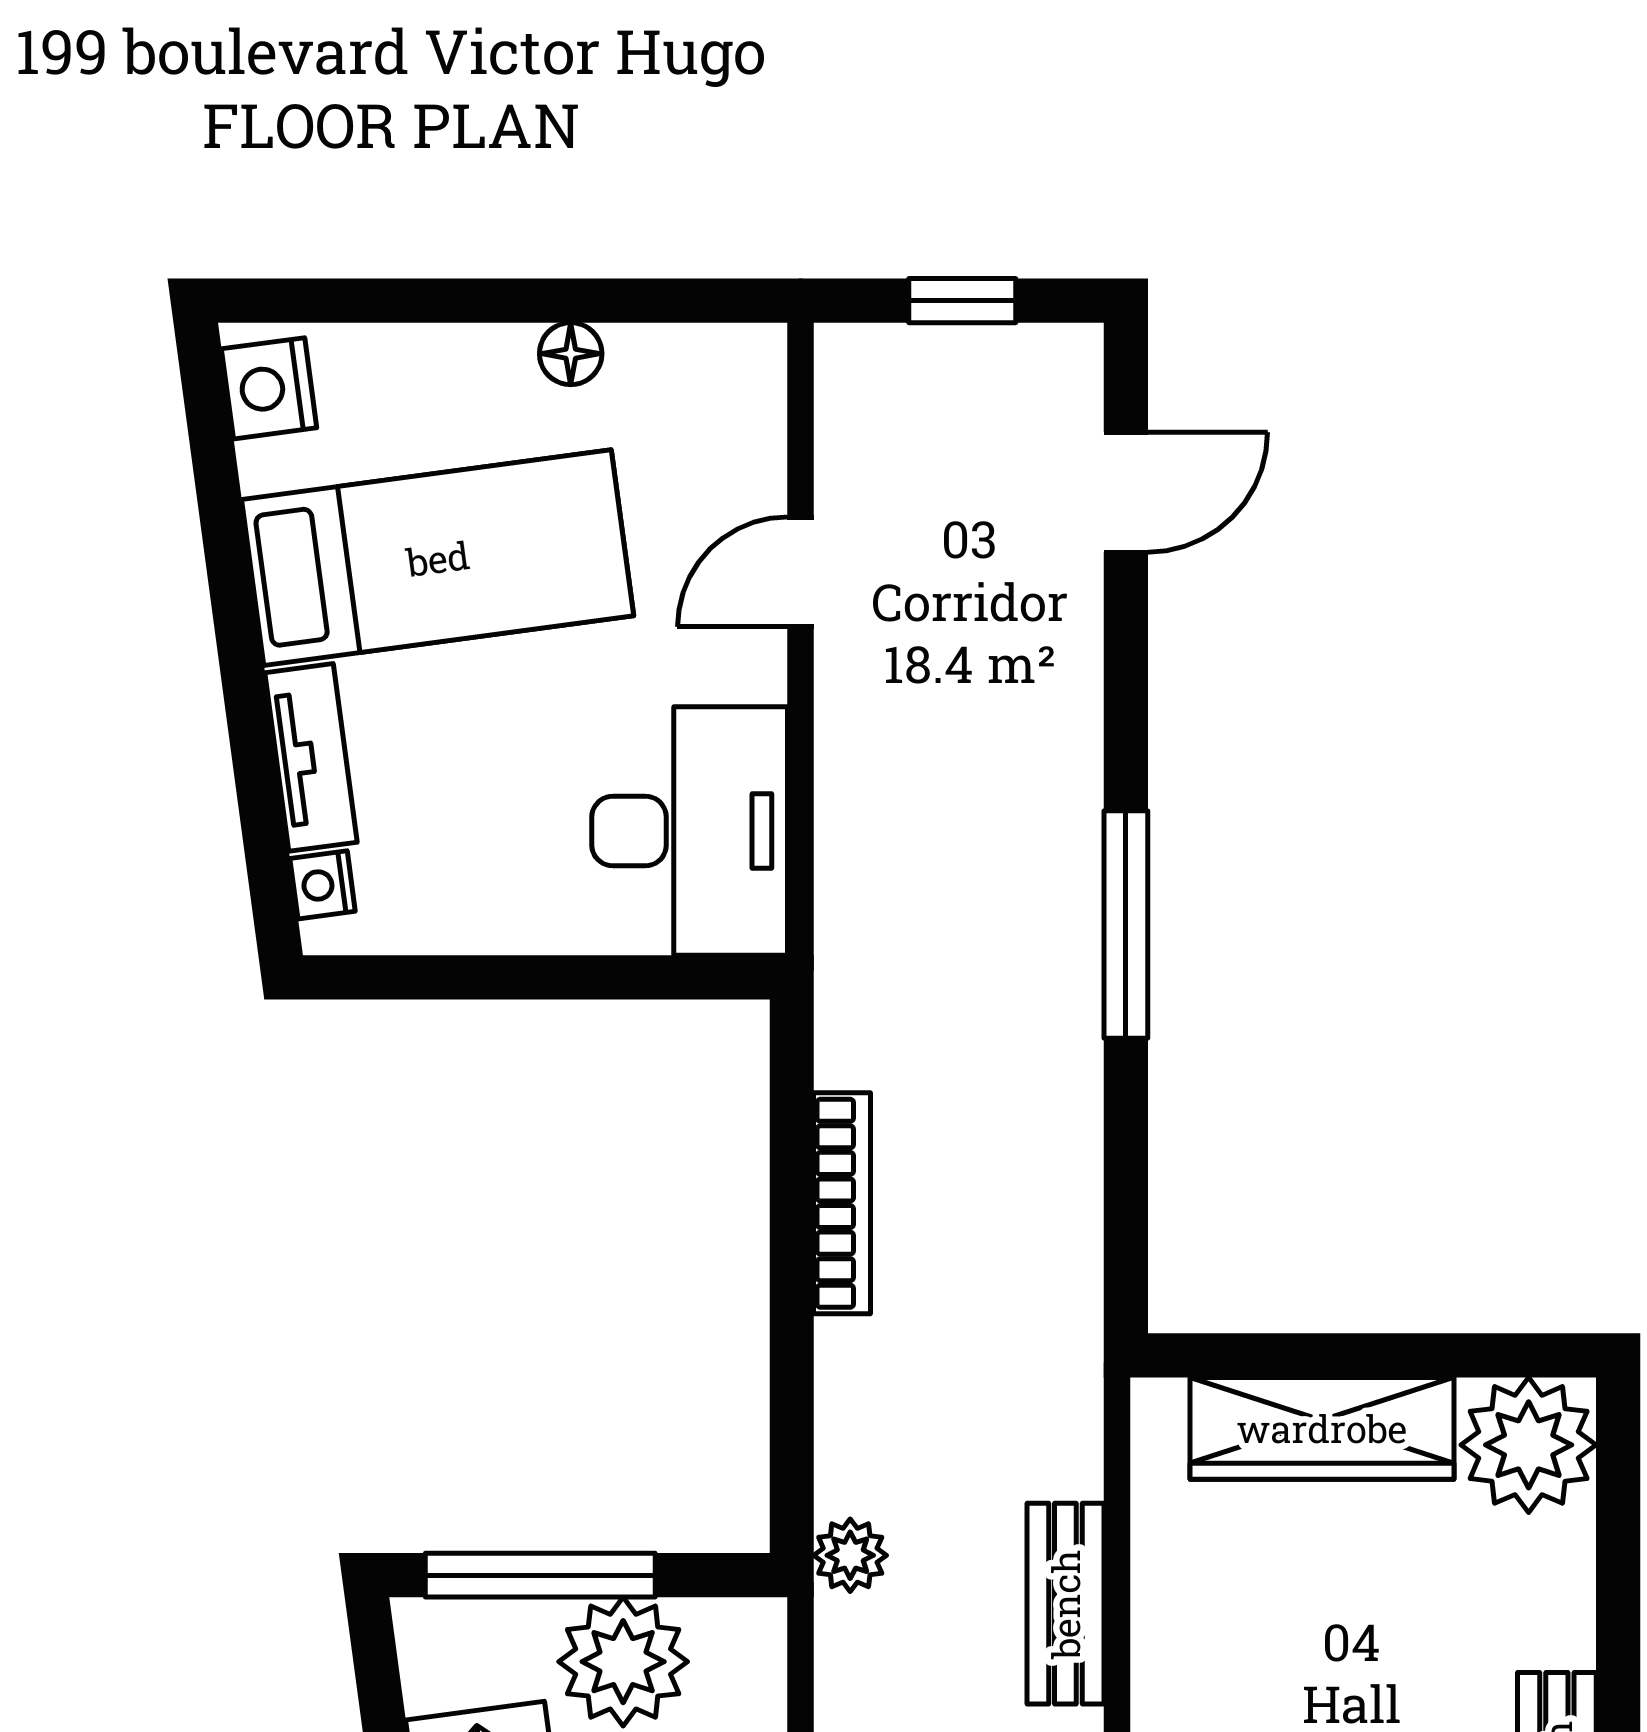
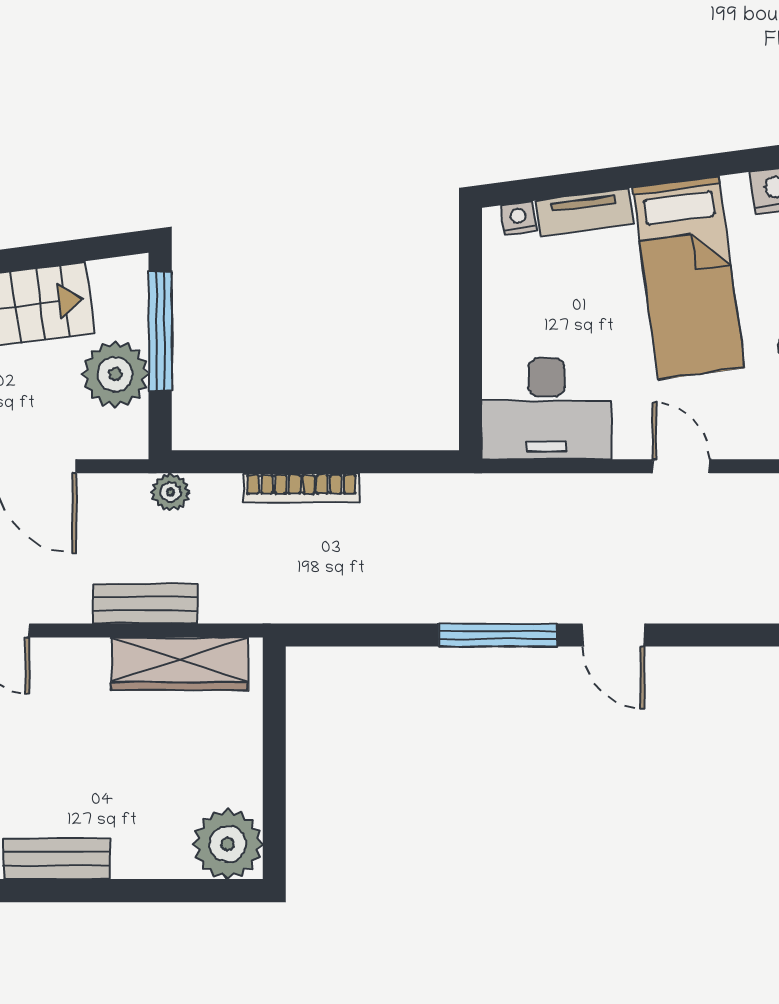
door: (1126, 492) -> (614, 635), moved
bookcase: (842, 1203) -> (301, 488), moved
wardrobe: (1322, 1428) -> (180, 664), moved, turned -90

